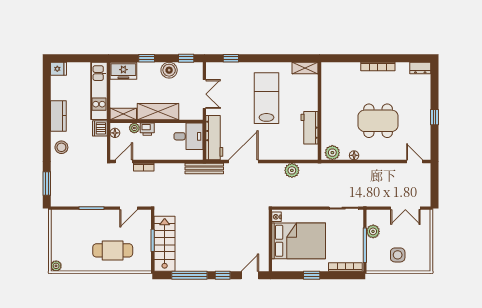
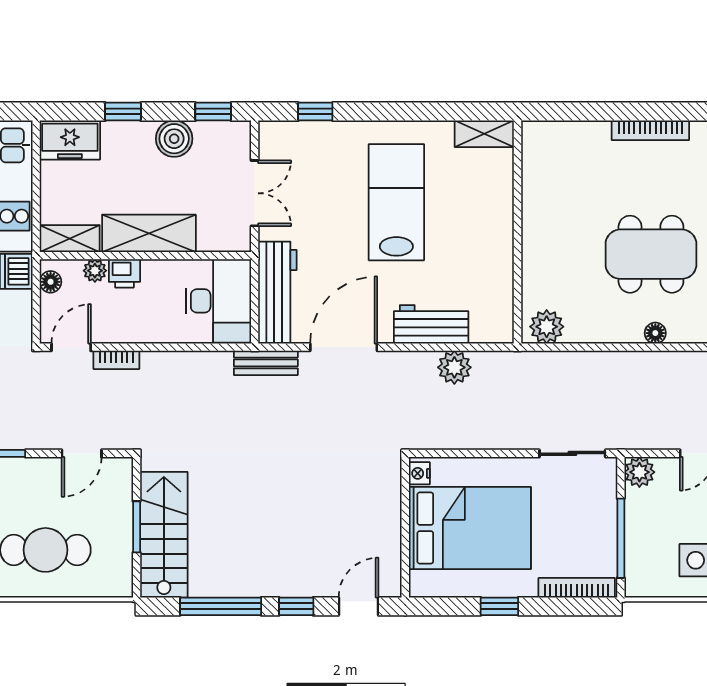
workbench: (310, 128) -> (431, 324), moved, turned 90
desk: (188, 136) -> (218, 301), width x1.37
floor lamp: (354, 155) -> (655, 333), moved
bench: (204, 168) -> (266, 363), width x0.73
plant: (373, 231) -> (639, 472), moved

